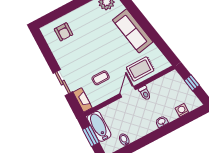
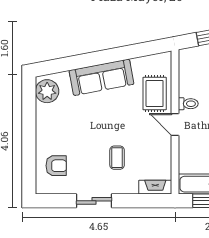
coffee table: (101, 78) -> (117, 158), moved
sliding door: (63, 83) -> (94, 201), moved

